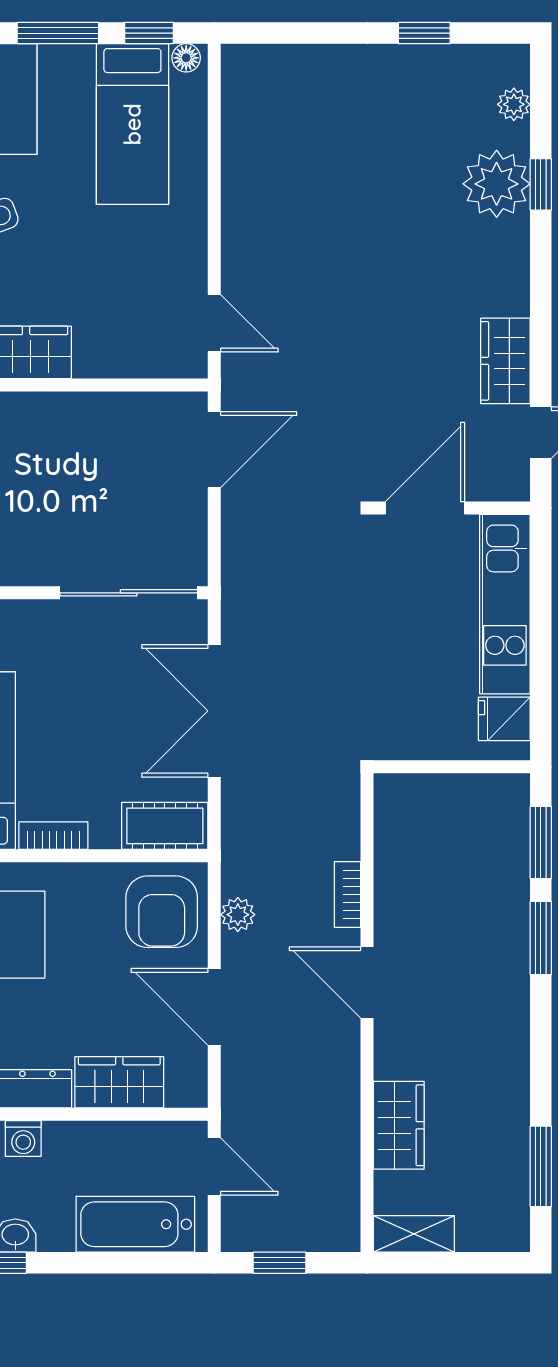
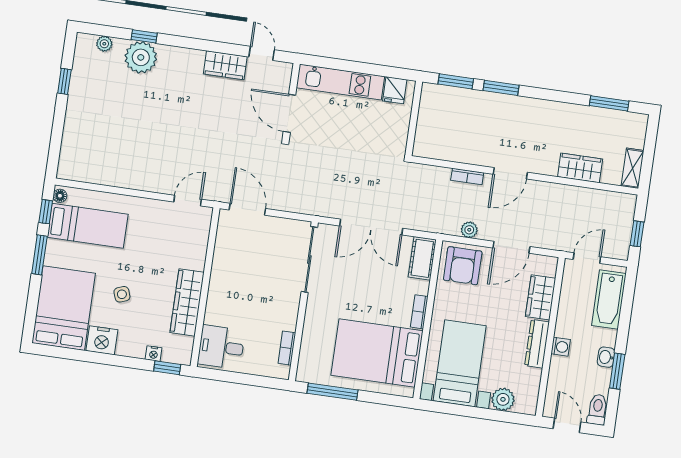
armchair: (162, 912) -> (463, 266), turned 90

